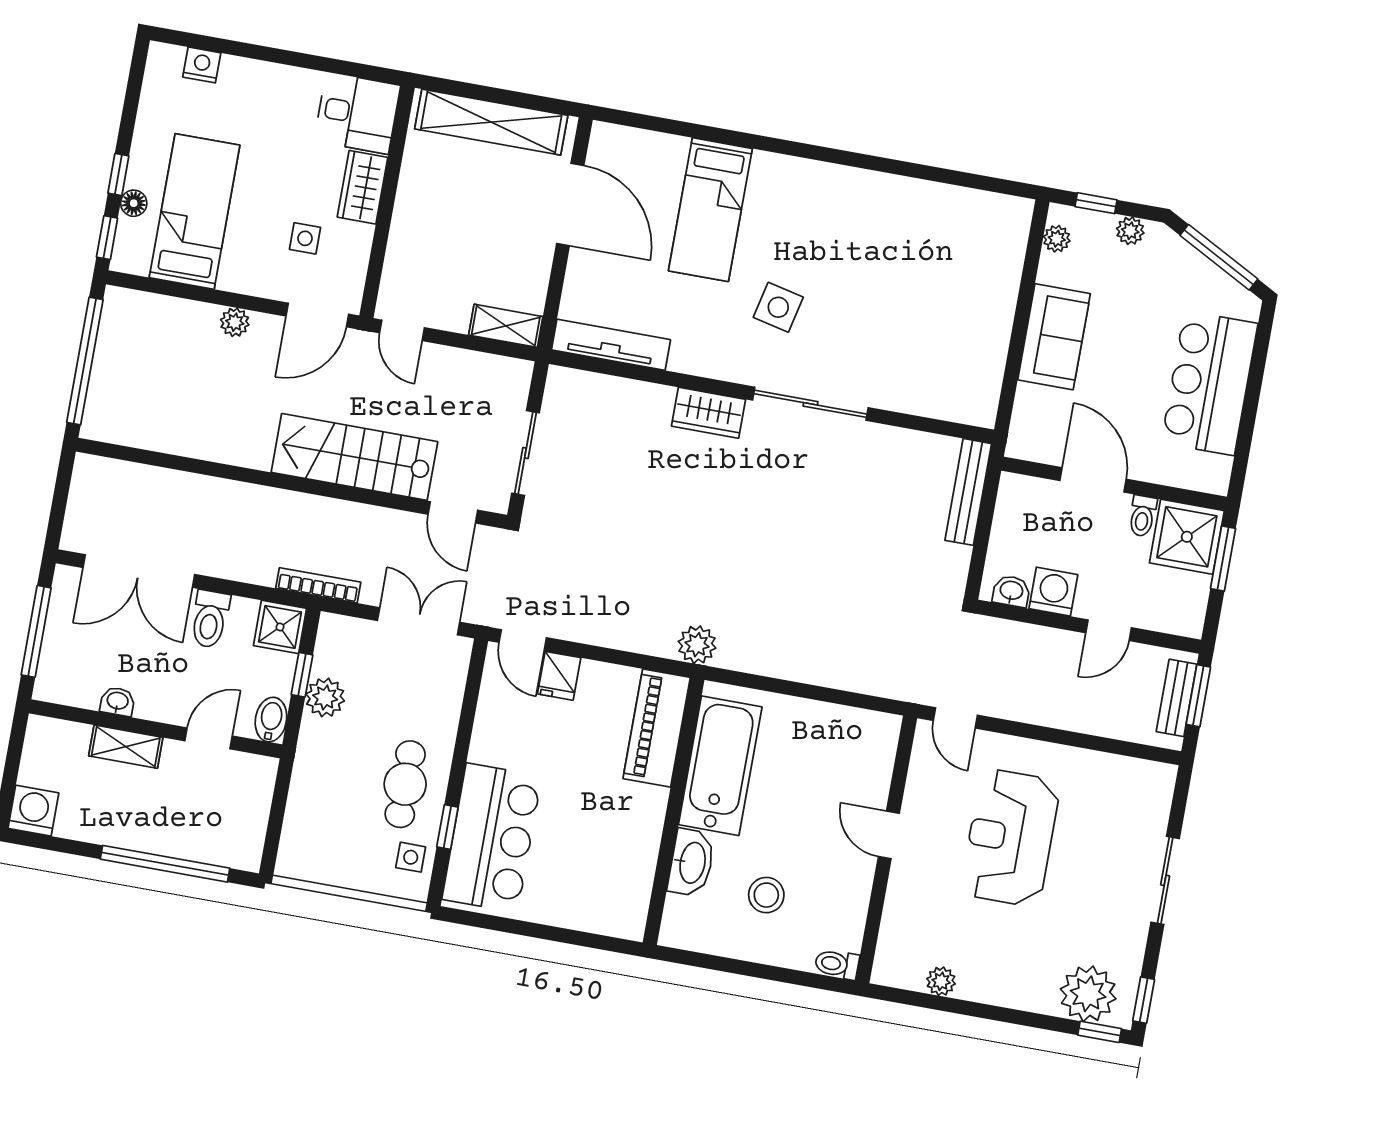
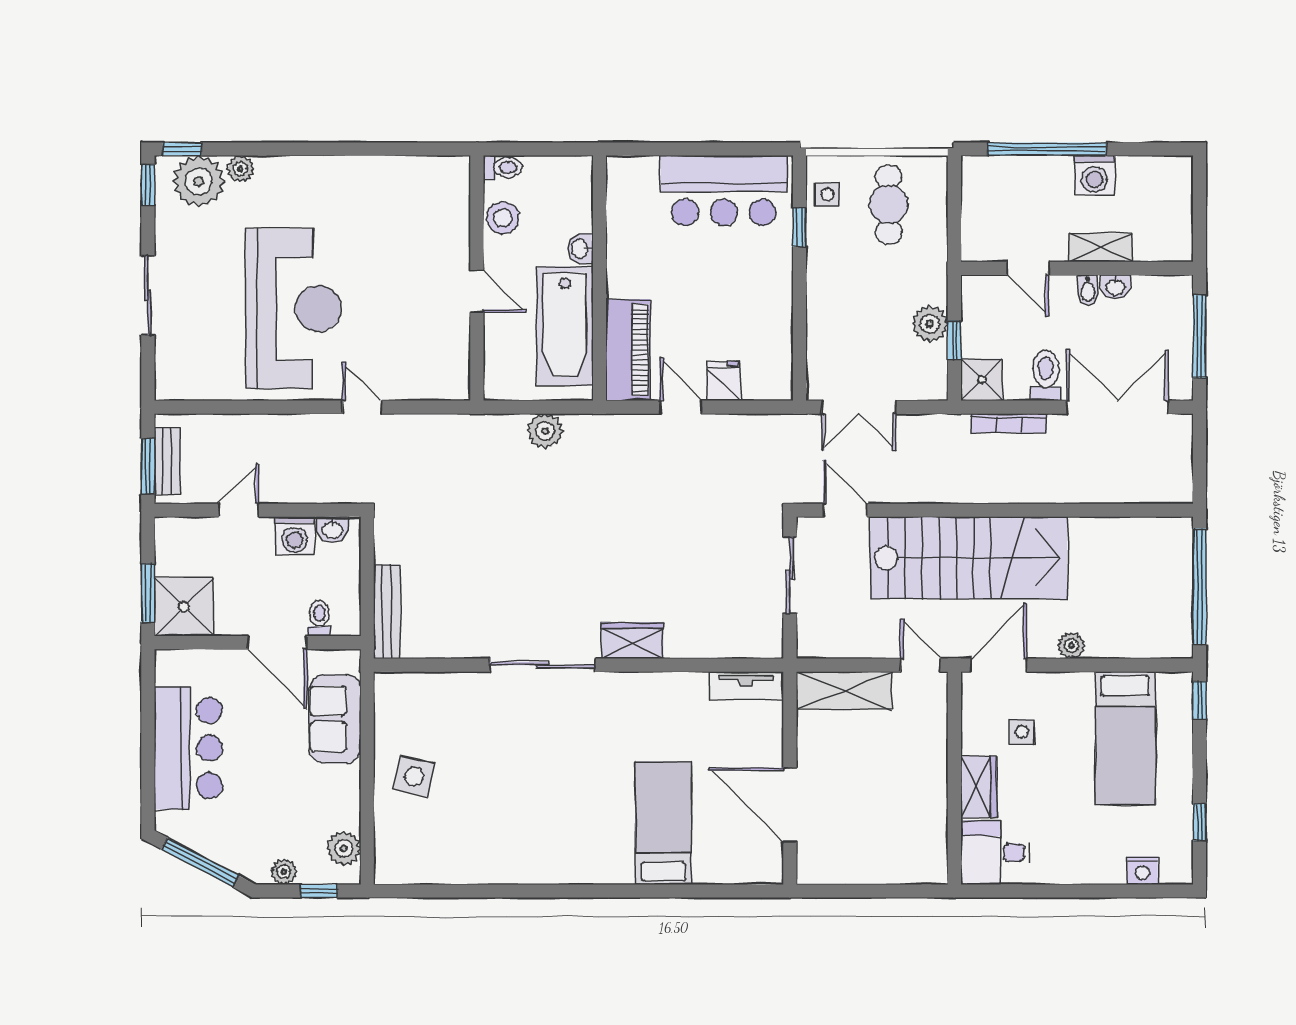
shelving: (491, 122) -> (874, 866), removed
window: (118, 174) -> (1200, 822), moved
floor lamp: (134, 203) -> (1181, 736), removed
plant: (1057, 239) -> (344, 848), width x1.38, depth x1.38
side table: (778, 307) -> (414, 776), moved
shelving: (506, 326) -> (844, 691), width x1.50, depth x1.33
sofa: (1054, 337) -> (335, 719), moved
tv unit: (611, 345) -> (746, 686), width x0.71
stairs: (354, 457) -> (969, 558), width x1.36, depth x1.51
toilet: (1143, 516) -> (319, 618), moved
bookcase: (318, 585) -> (1009, 423), moved
door: (523, 640) -> (681, 407), moved
plant: (697, 645) -> (545, 431), moved
bidet: (271, 720) -> (1088, 290), moved, width x0.72, depth x0.74
door: (209, 738) -> (1028, 268), hinge flipped
cafe table: (405, 784) -> (889, 204), moved
washing machine: (33, 811) -> (1094, 175), moved
door: (889, 835) -> (477, 291), moved
bar counter: (492, 838) -> (724, 191), moved, turned -90
reception desk: (1010, 838) -> (293, 309), width x1.36, depth x1.30
wall: (886, 849) -> (477, 278), moved
washbasin: (691, 863) -> (581, 249), width x0.52, depth x0.69
toilet: (837, 964) -> (503, 167), moved
plant: (941, 981) -> (240, 169), moved

